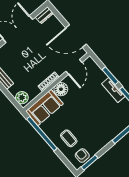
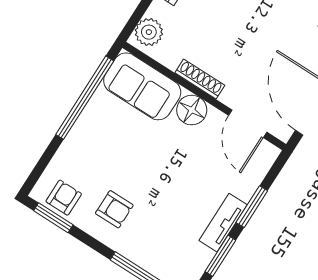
door: (74, 67) -> (248, 124), hinge flipped
armchair: (94, 135) -> (114, 209), added
coffee table: (69, 138) -> (92, 158), removed

